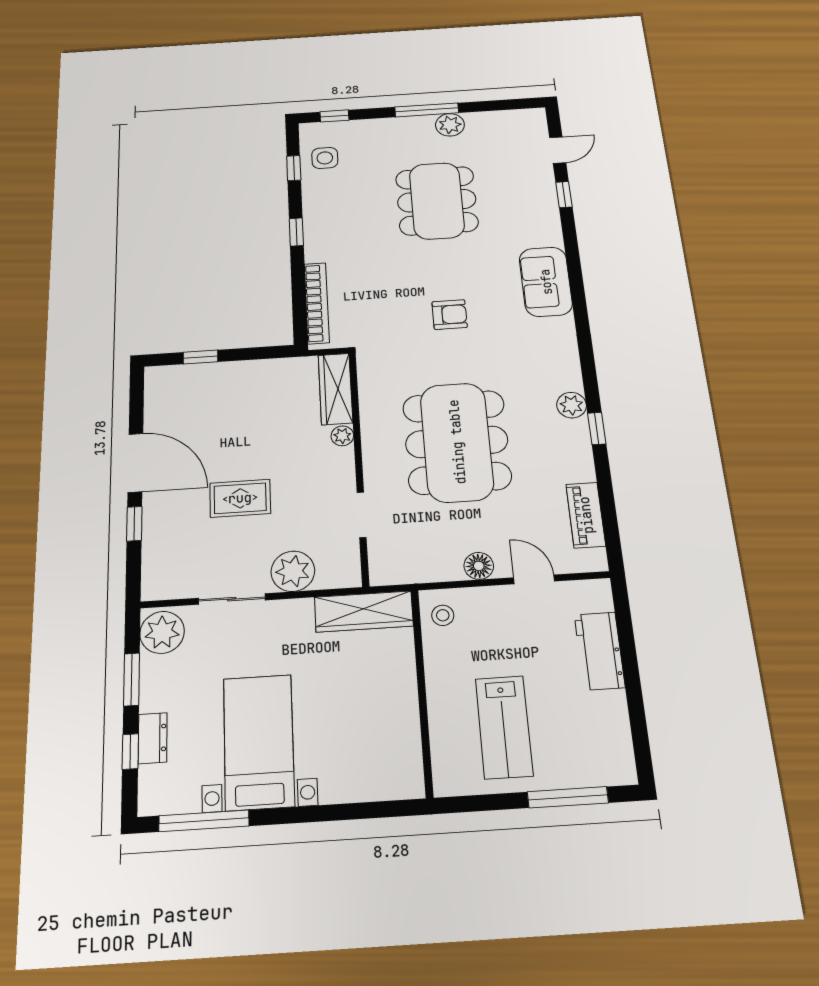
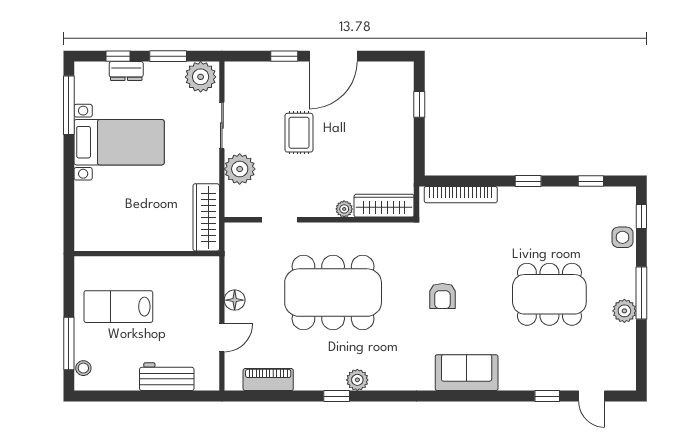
side table: (325, 158) -> (623, 237), moved
stool: (443, 615) -> (83, 368), moved

